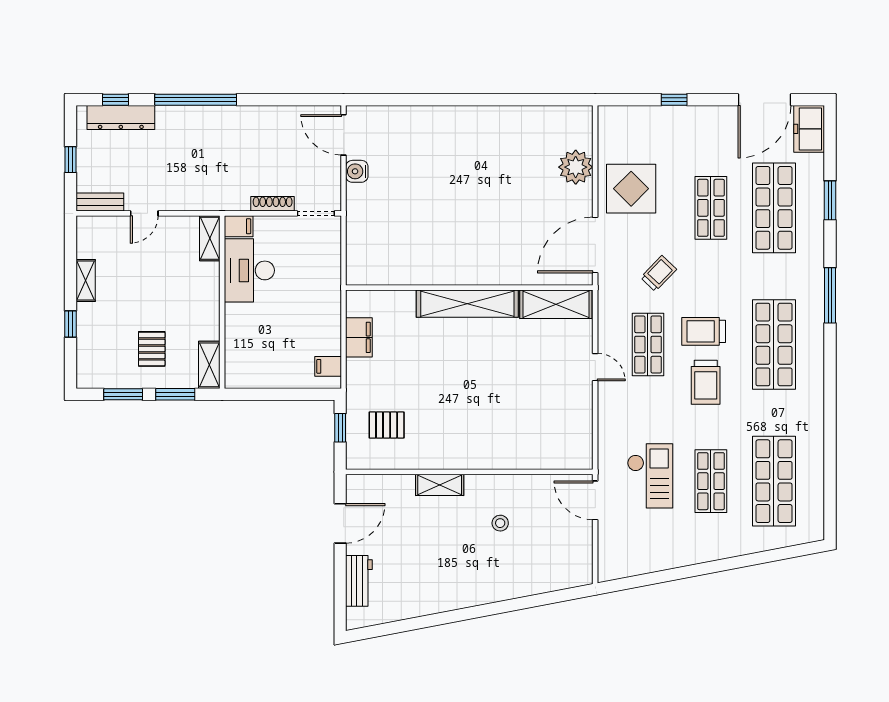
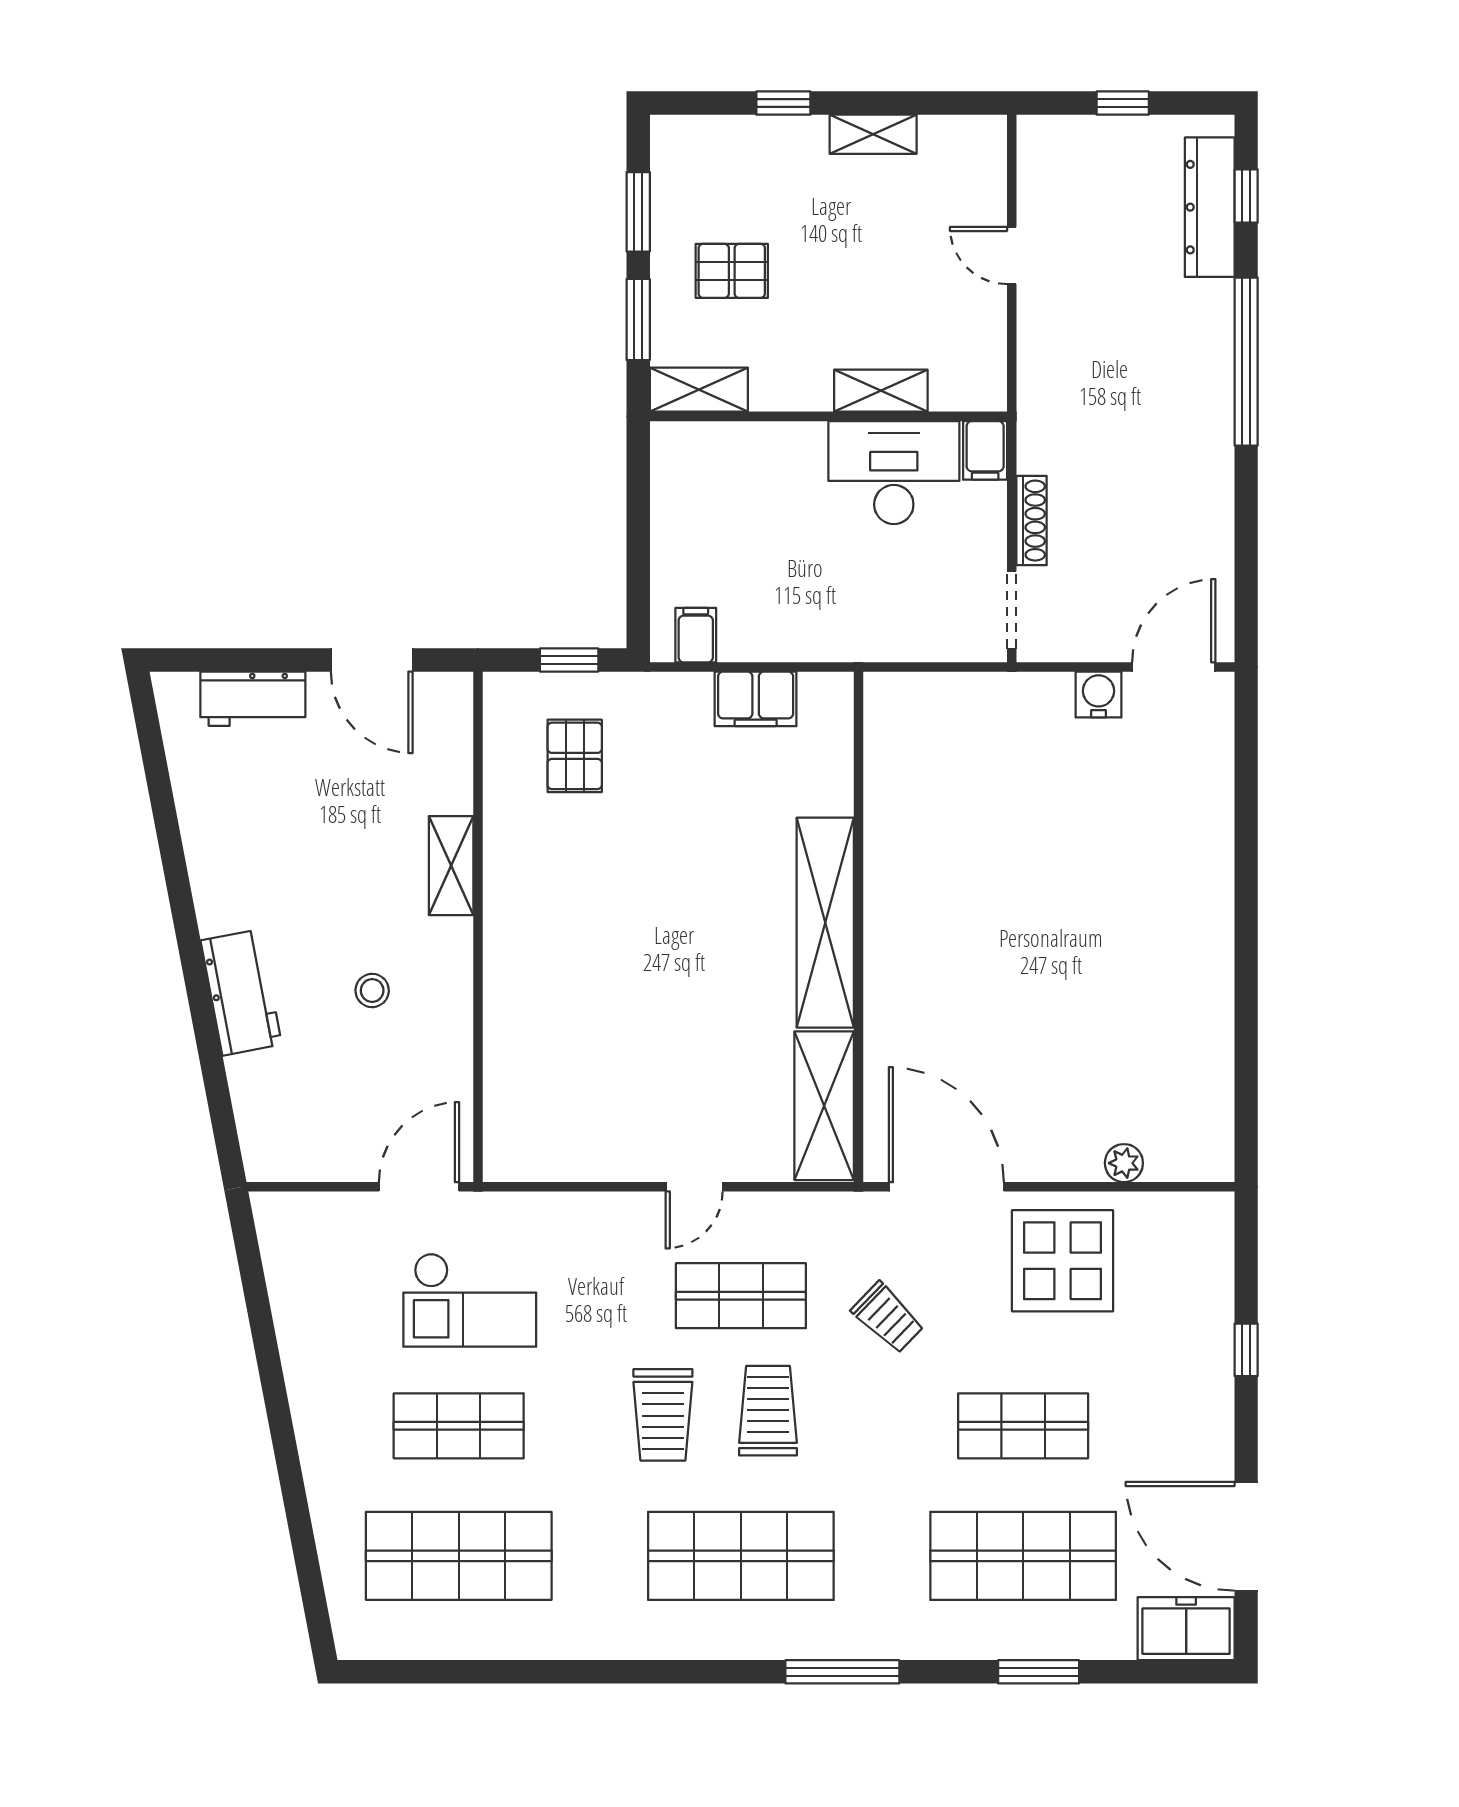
plant: (576, 167) -> (1124, 1163), width x0.53, depth x0.53
bench: (100, 202) -> (1035, 164), removed
shelving: (210, 238) -> (881, 391), moved
trolley: (706, 382) -> (663, 1415), turned -90
workbench: (501, 586) -> (241, 992), added

